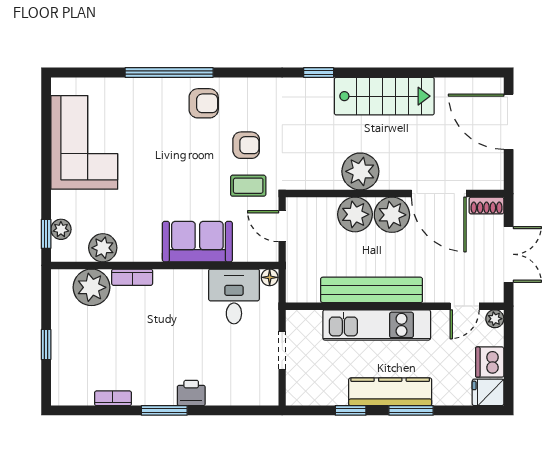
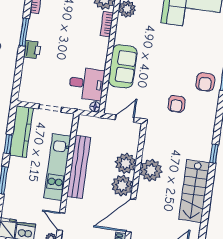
coffee table: (248, 186) -> (152, 102), removed
kitchen counter: (390, 392) -> (21, 132), moved

